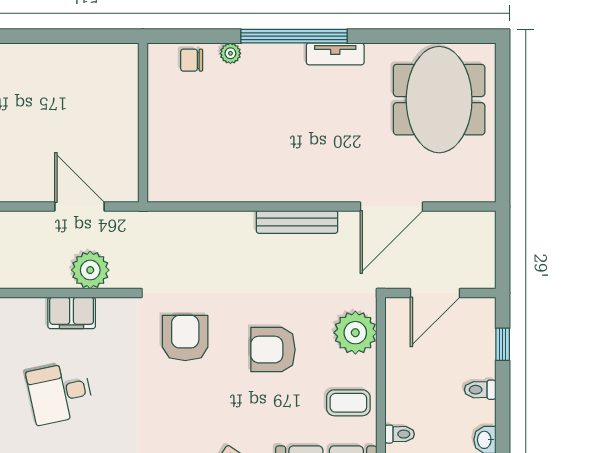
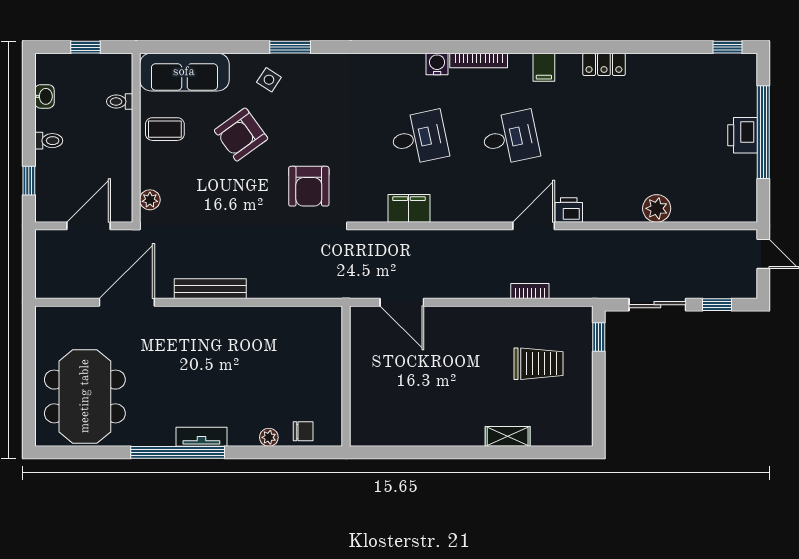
window: (294, 36) -> (178, 452), moved
tv unit: (335, 54) -> (201, 437), moved
plant: (90, 270) -> (393, 246), removed
plant: (355, 333) -> (150, 200), width x0.53, depth x0.53
armchair: (273, 350) -> (241, 135), moved, turned 144

